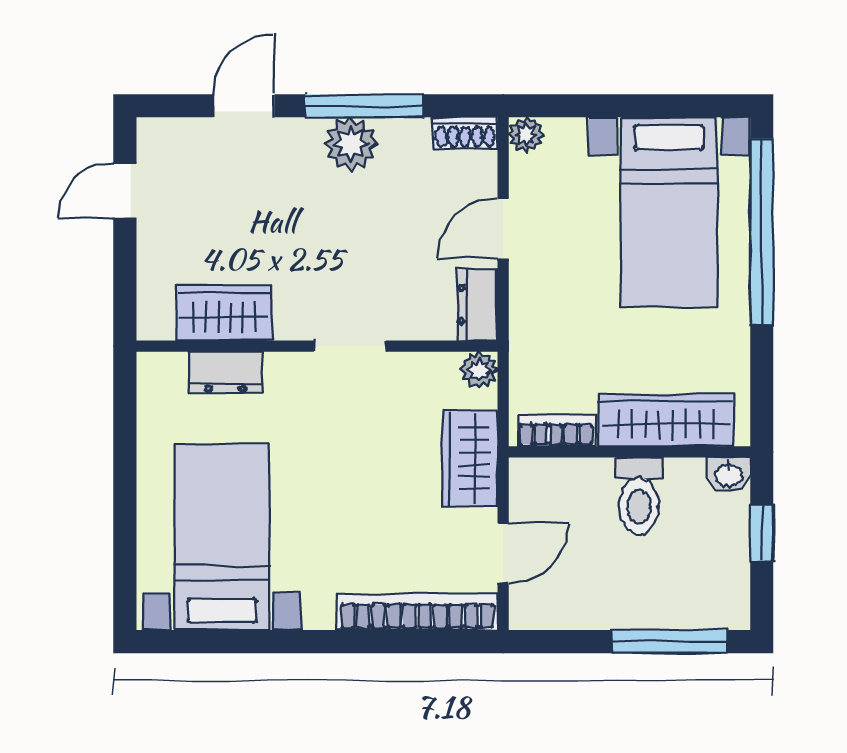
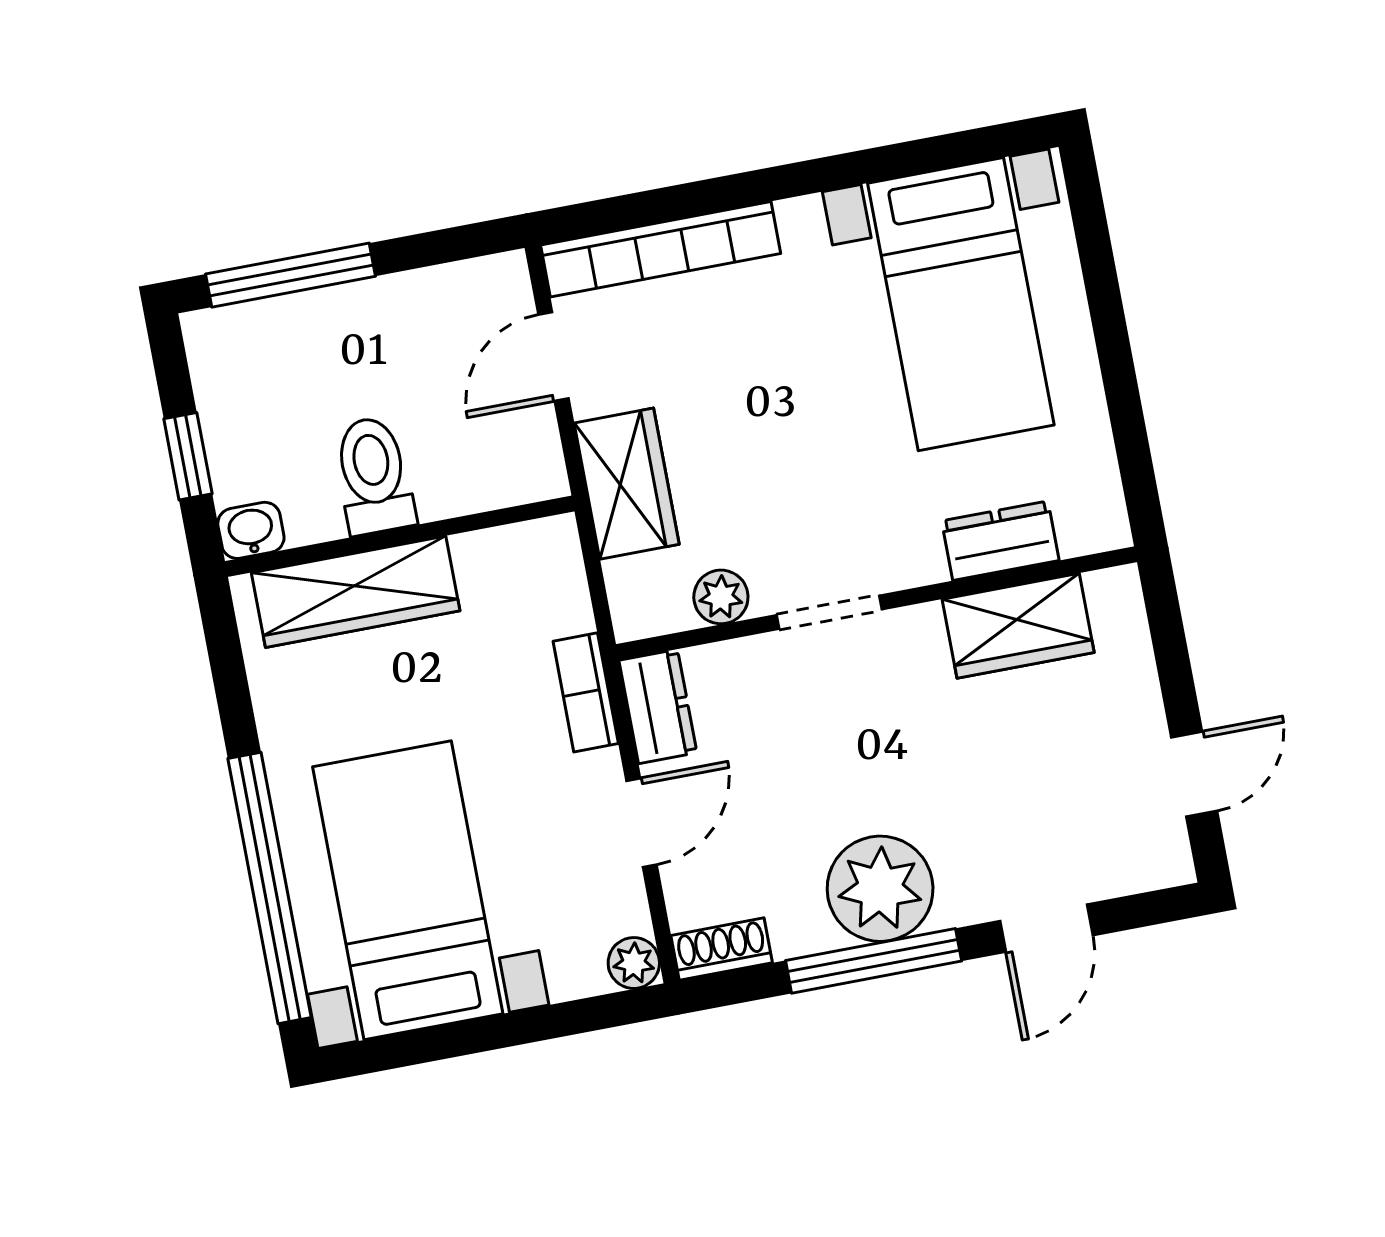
plant: (351, 144) -> (880, 889), width x1.36, depth x1.36
plant: (479, 370) -> (721, 597), moved
bookcase: (556, 431) -> (586, 692), moved, turned 90

